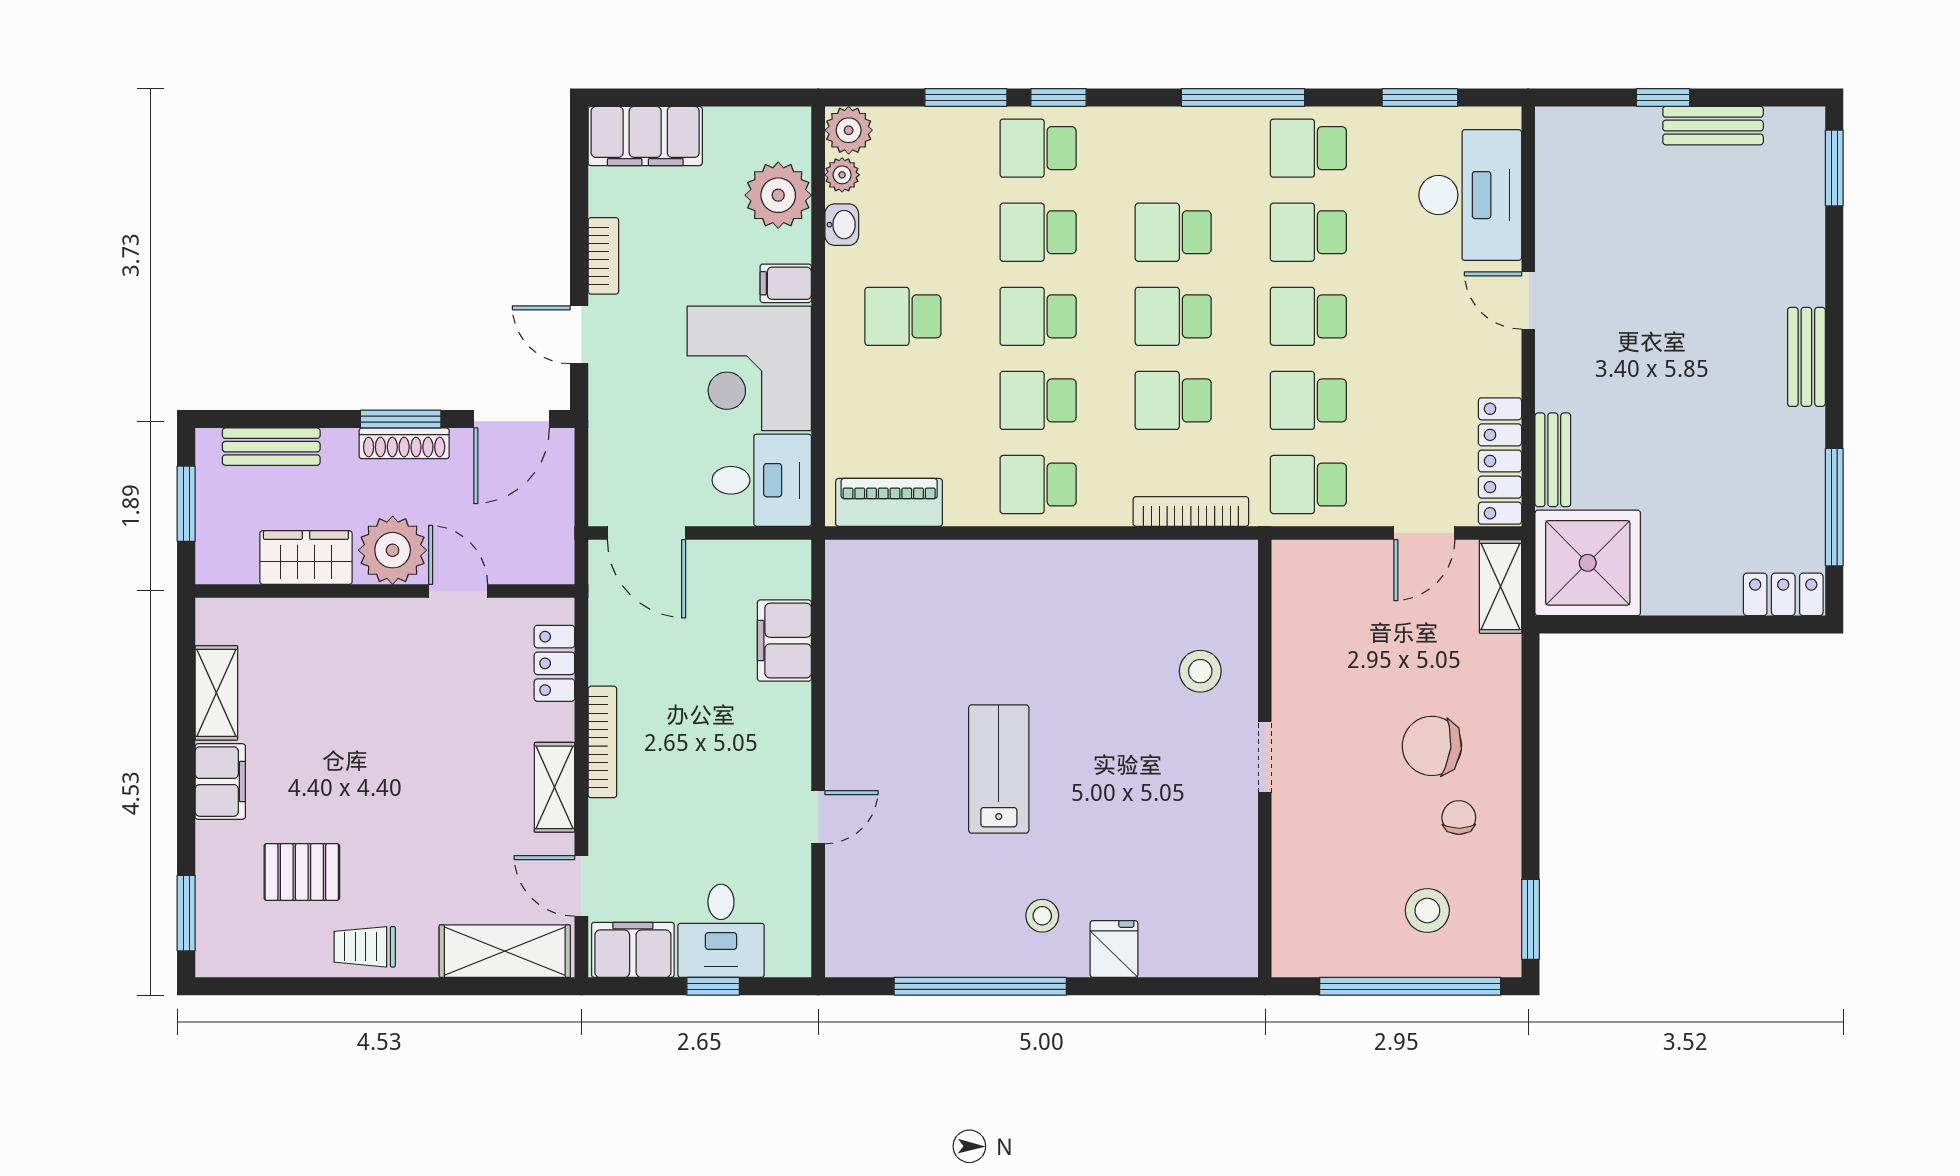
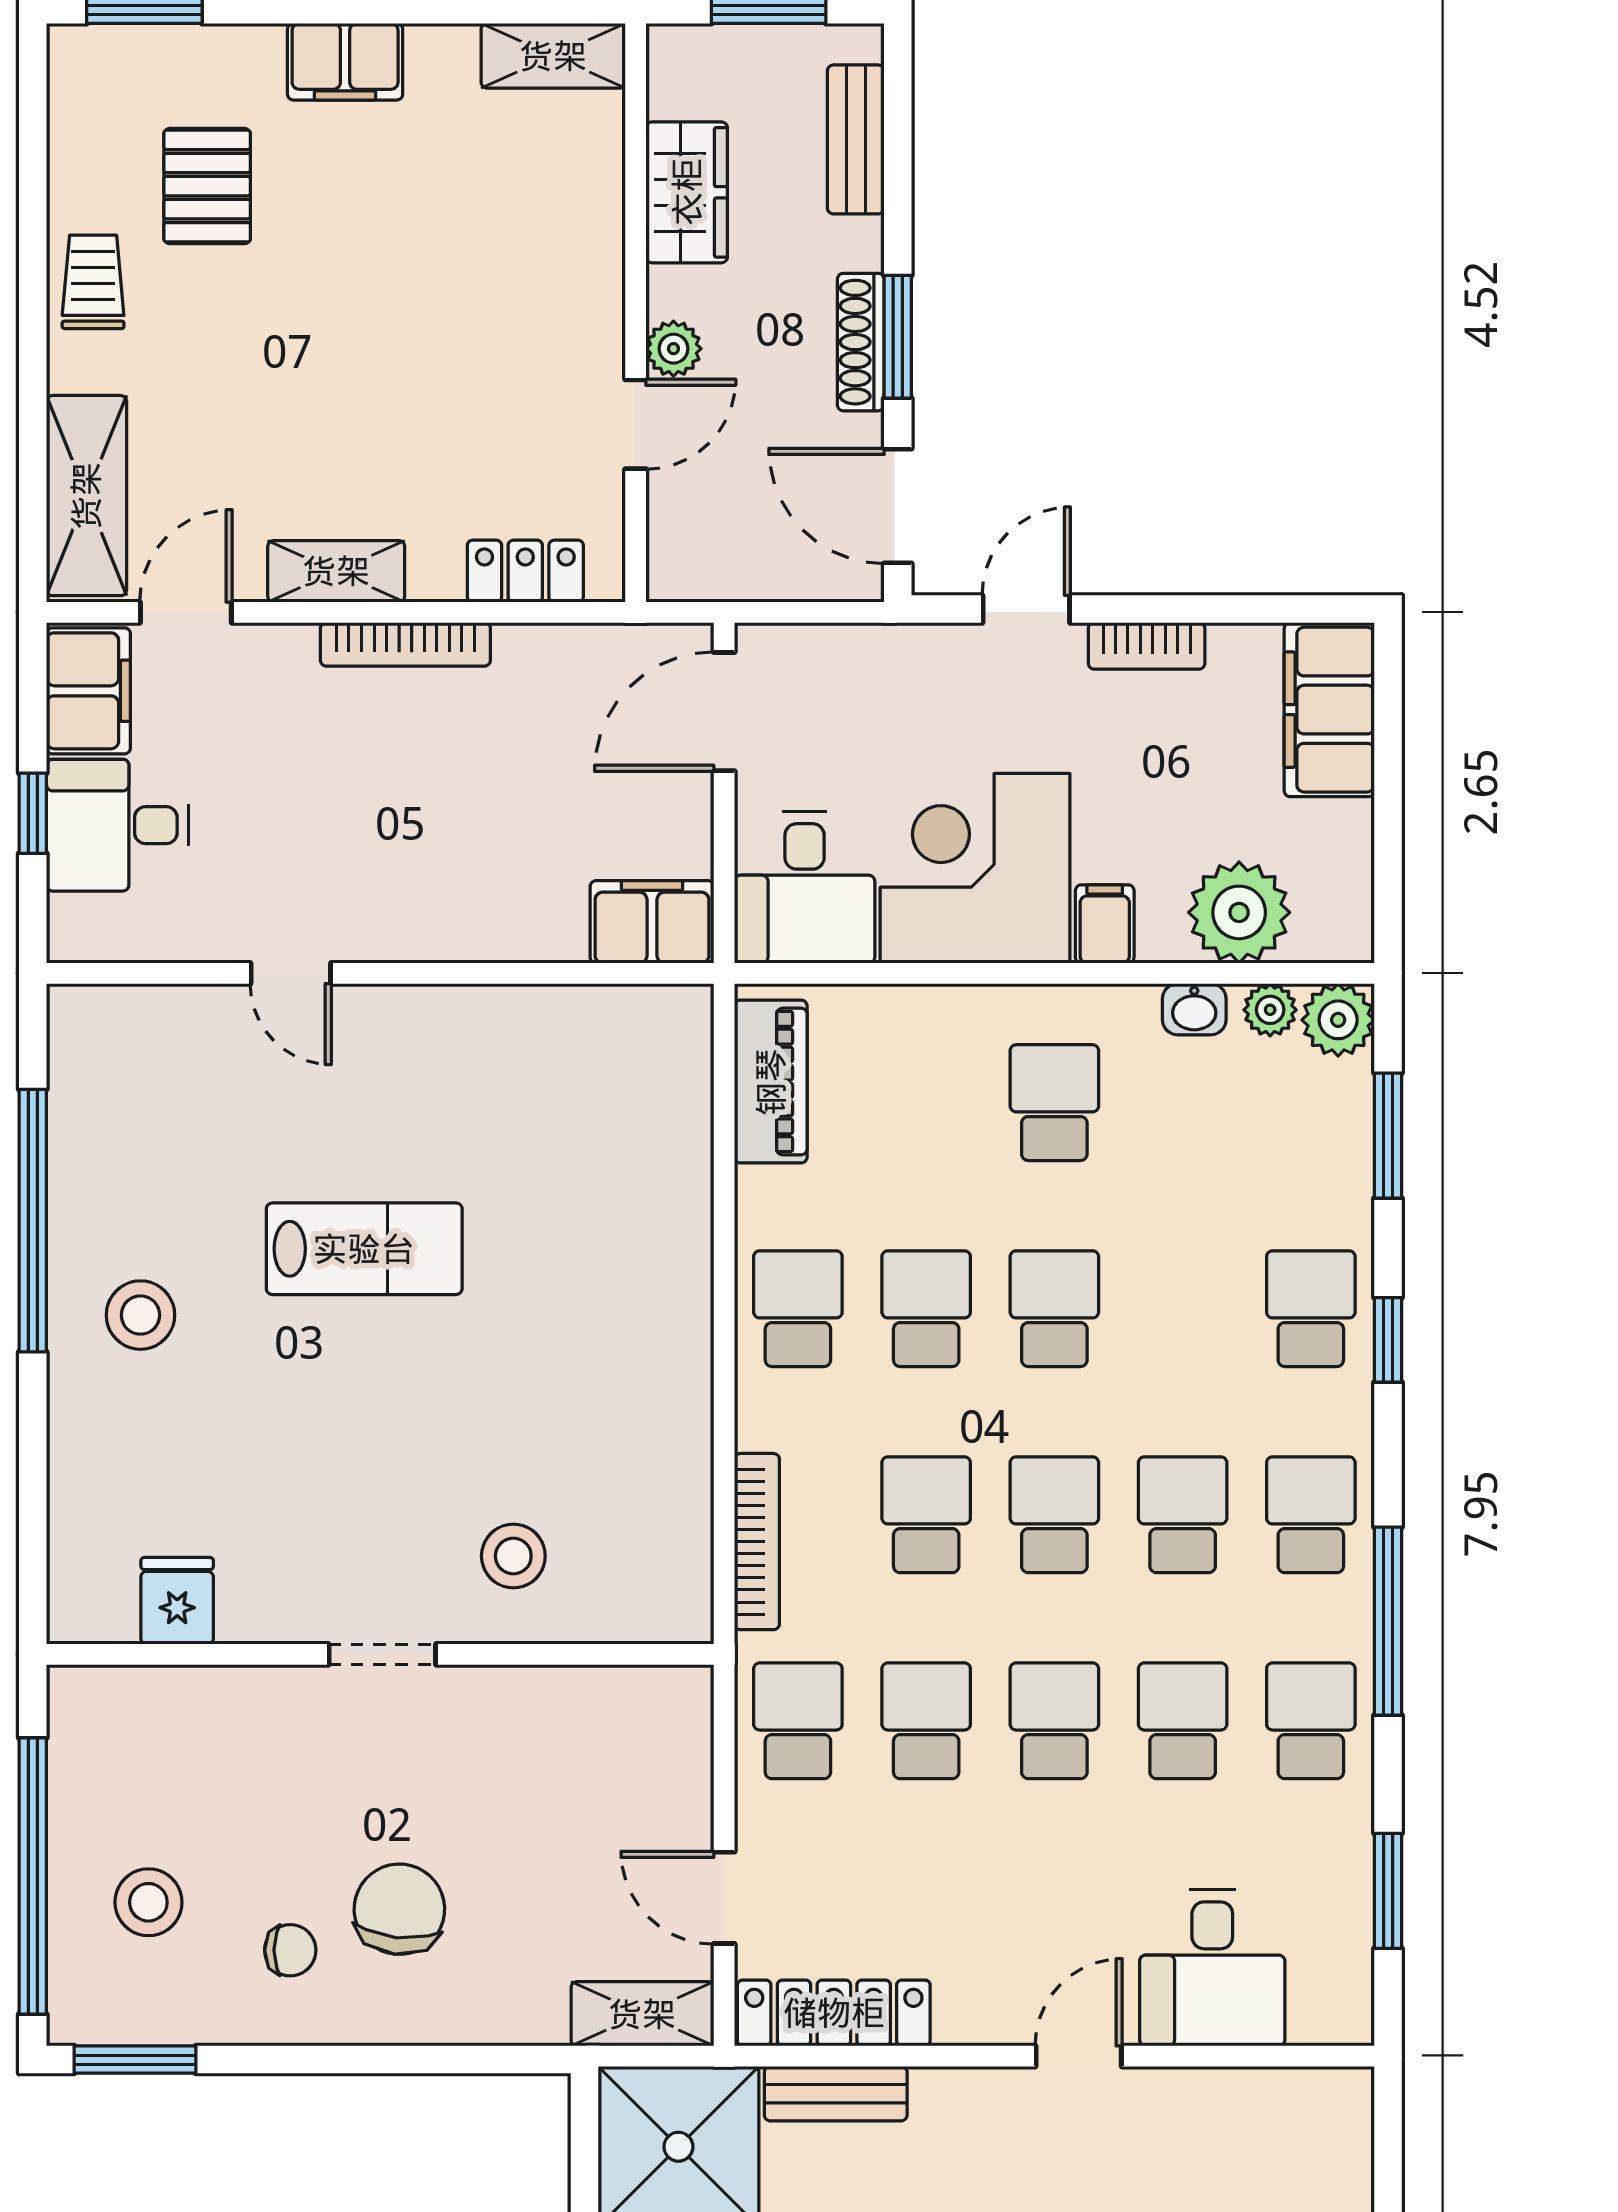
window: (966, 97) -> (1388, 1136), moved
desk: (1470, 195) -> (1212, 1968), width x0.73
school desk: (1038, 232) -> (1311, 1515), moved
plant: (393, 550) -> (673, 349), width x0.53, depth x0.53
filing cabinet: (784, 641) -> (652, 922), moved
shelving: (216, 693) -> (553, 56), moved
stool: (1042, 916) -> (140, 1315), width x1.37, depth x1.37
fridge: (1114, 949) -> (177, 1601), moved, turned -90

